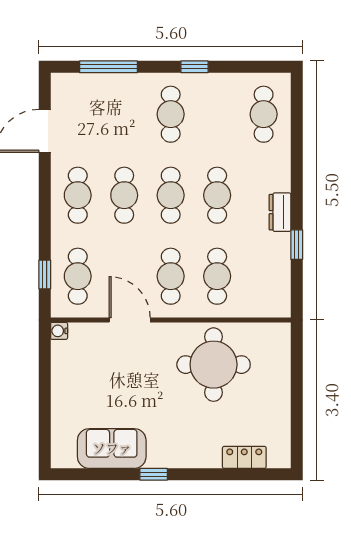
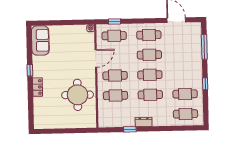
cafe table: (171, 114) -> (185, 94), moved
sofa: (112, 448) -> (40, 40), moved
locker: (244, 457) -> (38, 87), moved

